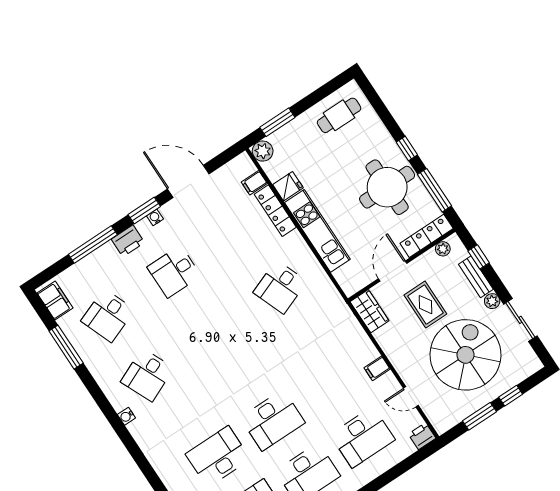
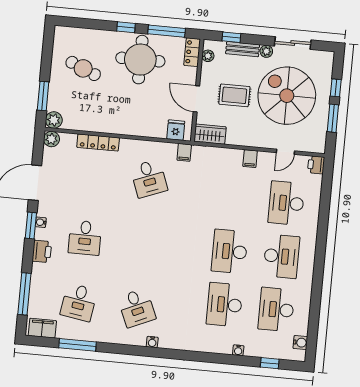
cafe table: (339, 115) -> (83, 68), moved, turned -67
plant: (243, 164) -> (51, 139), added
filing cabinet: (254, 183) -> (184, 152), moved
fridge: (288, 186) -> (176, 130), moved
kitchen unit: (317, 231) -> (132, 126), removed
locker: (427, 236) -> (192, 52), width x0.66
window: (93, 244) -> (24, 294), moved
desk: (108, 316) -> (79, 302), turned 30
desk: (273, 420) -> (230, 251), turned 180
desk: (363, 437) -> (286, 203), turned 180

